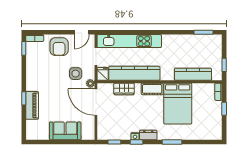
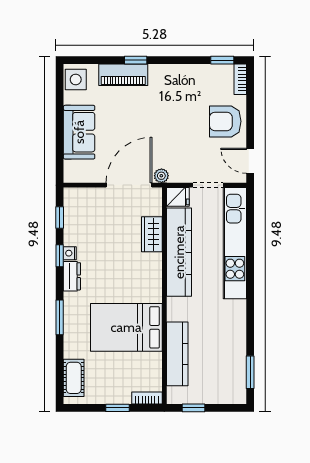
side table: (76, 74) -> (76, 80), moved
cot: (152, 89) -> (74, 378), moved

